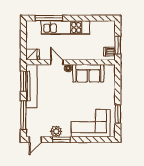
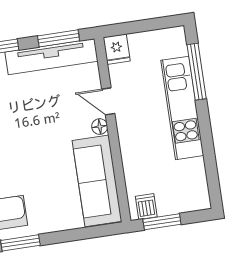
door: (57, 62) -> (108, 101), swing flipped
sofa: (88, 73) -> (97, 181), width x1.36

